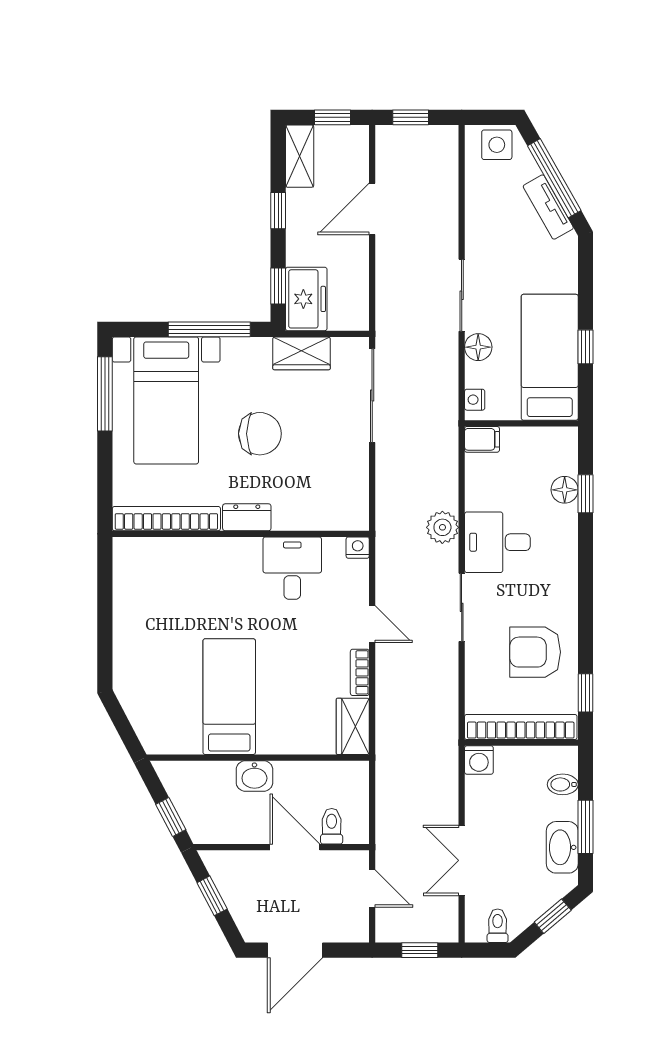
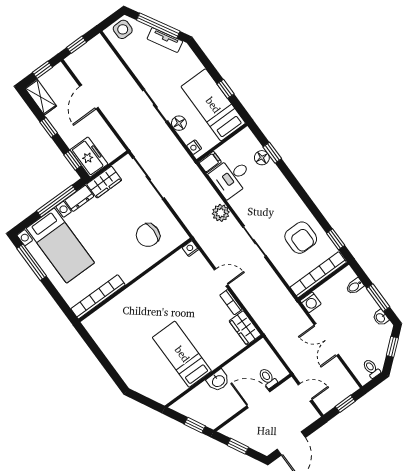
chair: (260, 434) -> (148, 235), moved, turned 180
dresser: (247, 517) -> (79, 198), moved, turned 180
desk: (497, 542) -> (231, 177), moved
desk: (292, 568) -> (168, 278), removed
armchair: (535, 652) -> (301, 238), turned -90
washbasin: (562, 847) -> (381, 318), width x0.52, depth x0.69
double door: (462, 860) -> (326, 340), moved

